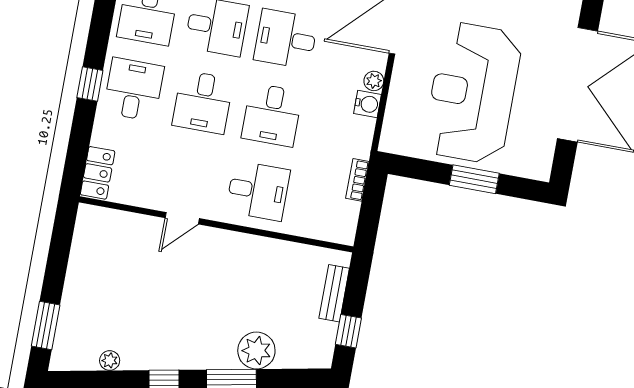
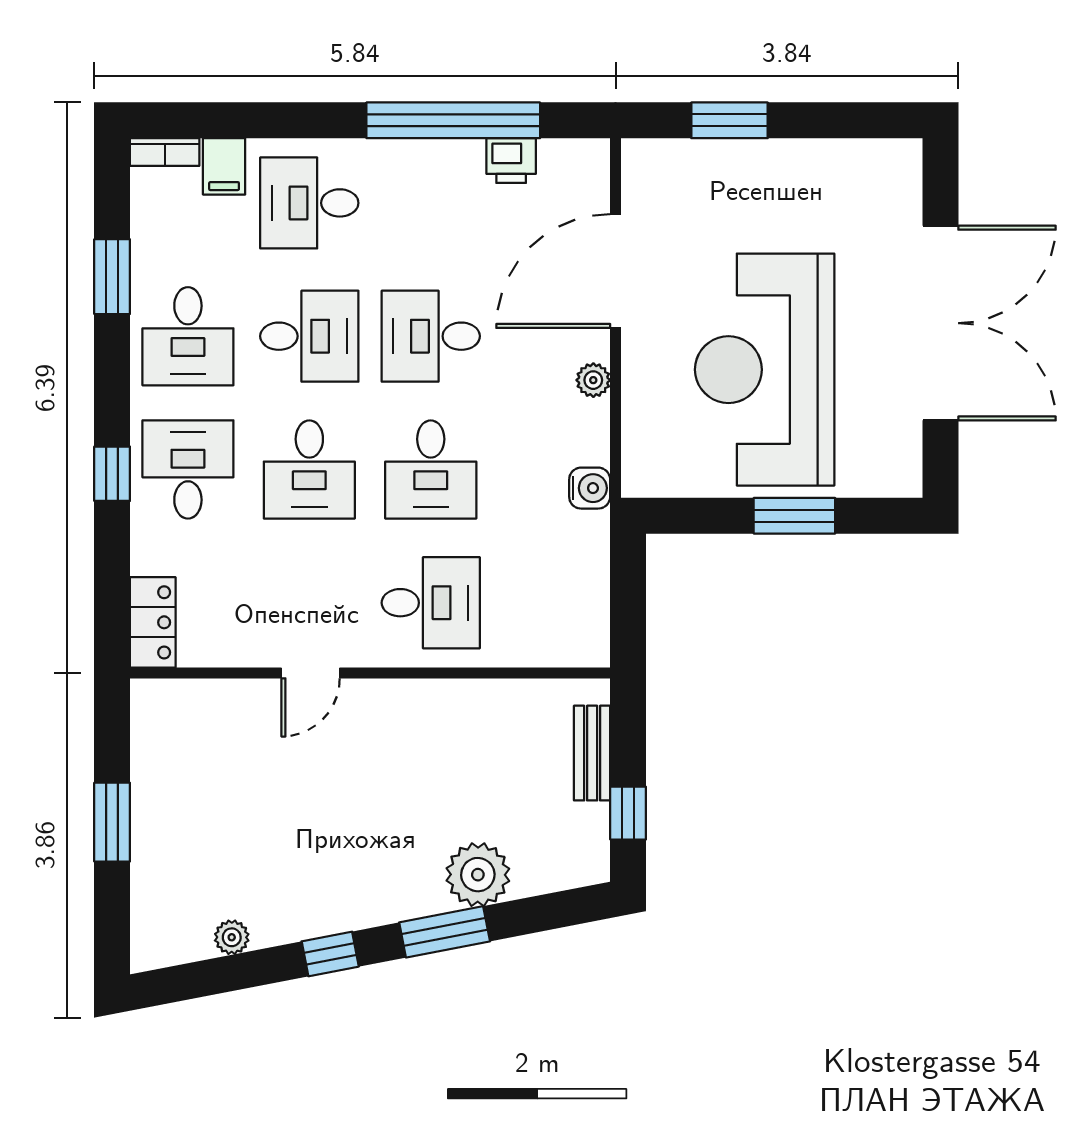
water cooler: (367, 104) -> (590, 488), moved
bookcase: (357, 180) -> (596, 553), removed
window: (46, 326) -> (112, 822), moved

